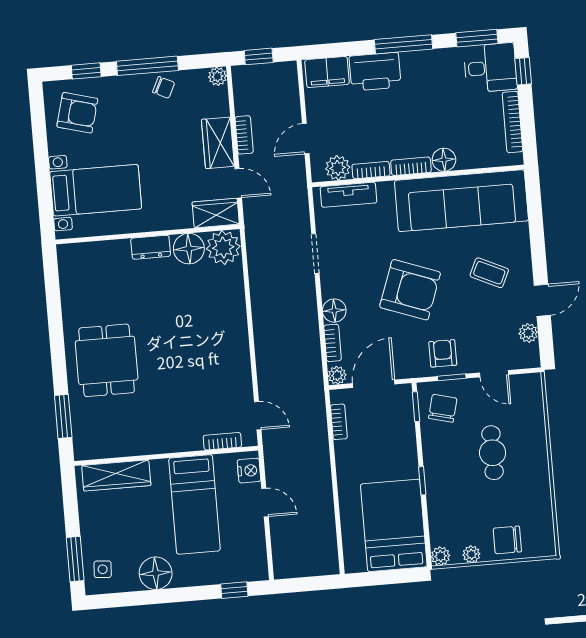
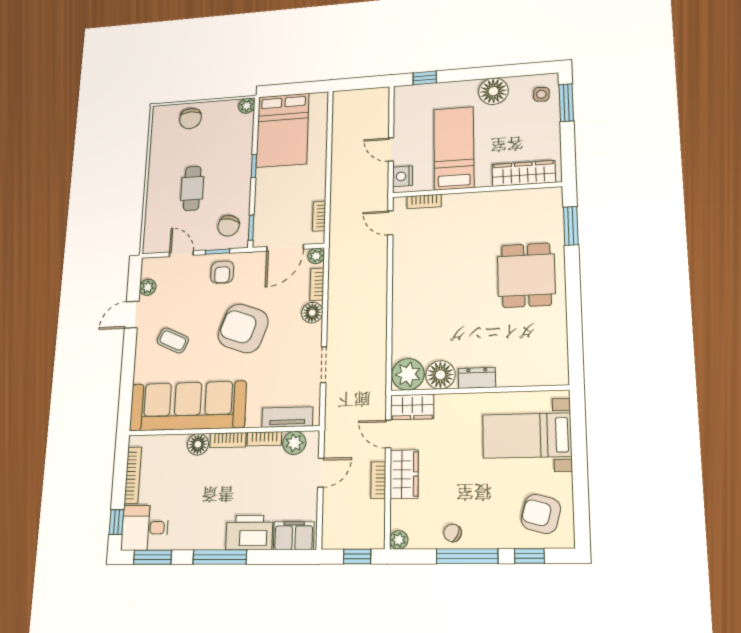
chair: (507, 540) -> (190, 118), turned 90
plant: (471, 554) -> (221, 107), removed

